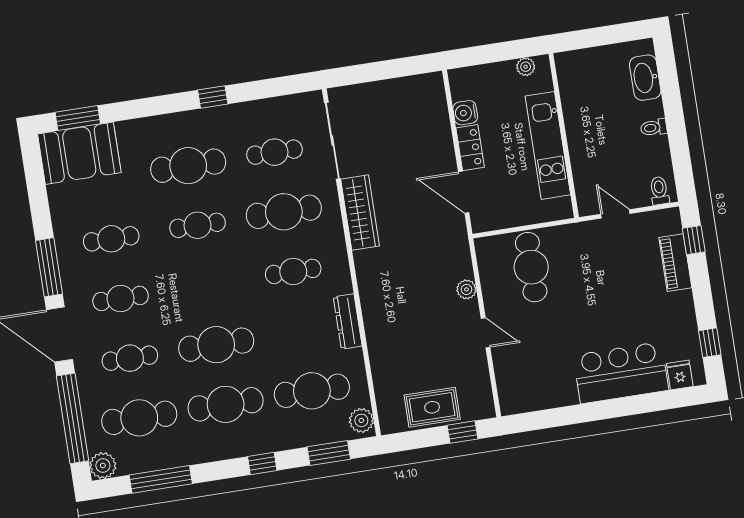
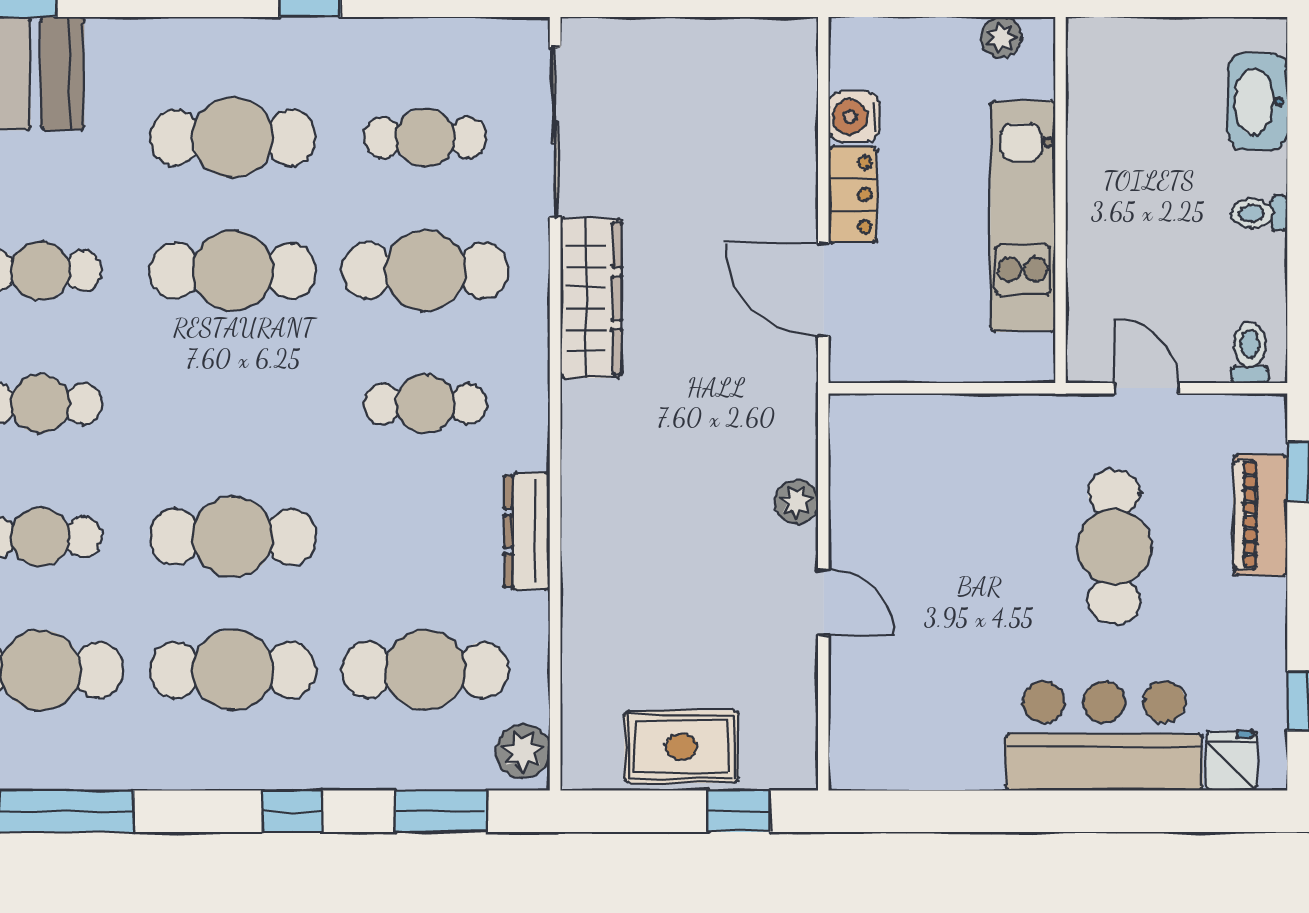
cafe table: (198, 225) -> (233, 271), width x1.37, depth x1.35
cafe table: (531, 267) -> (1114, 547), moved

